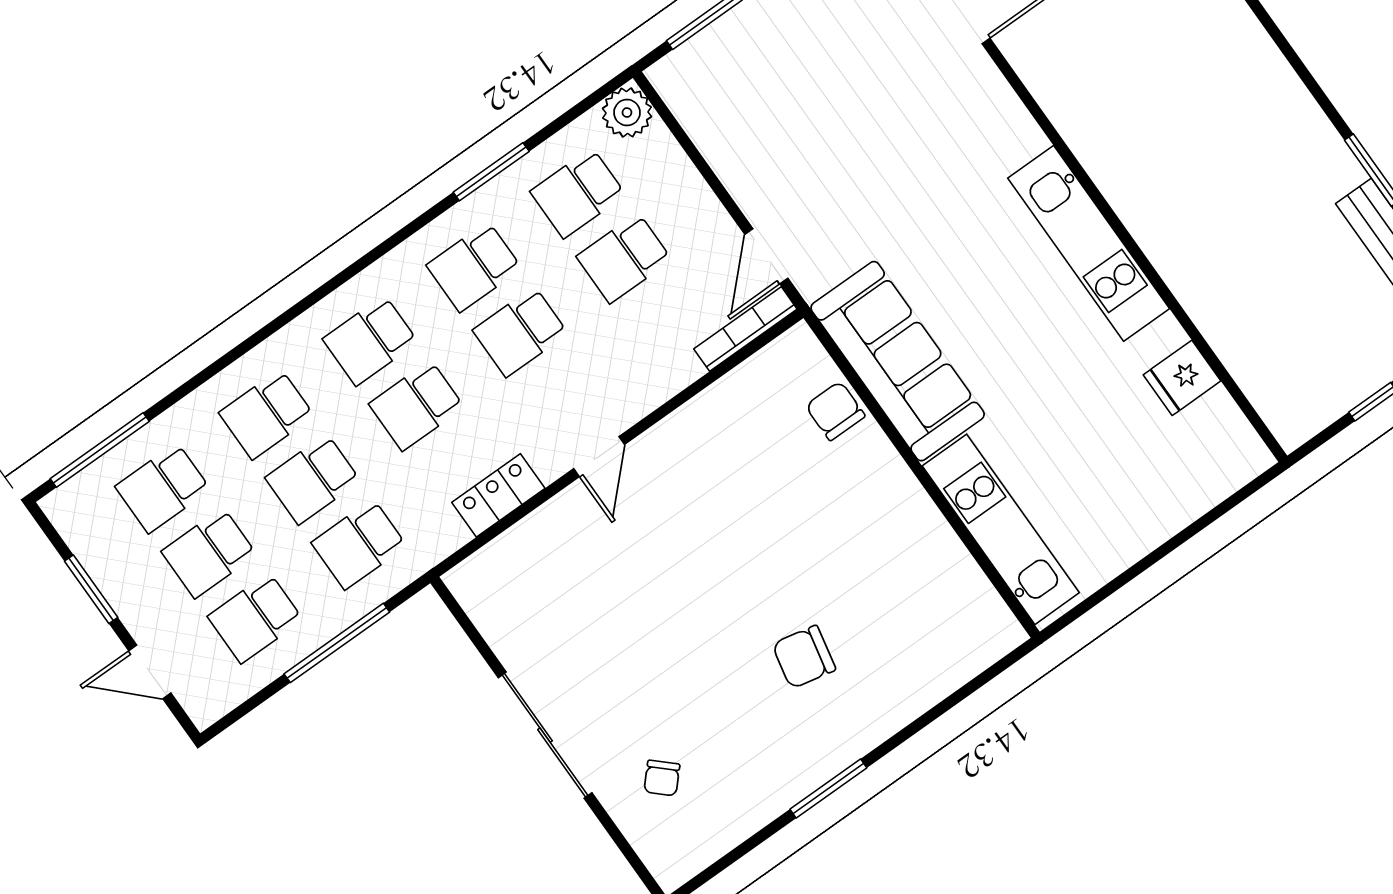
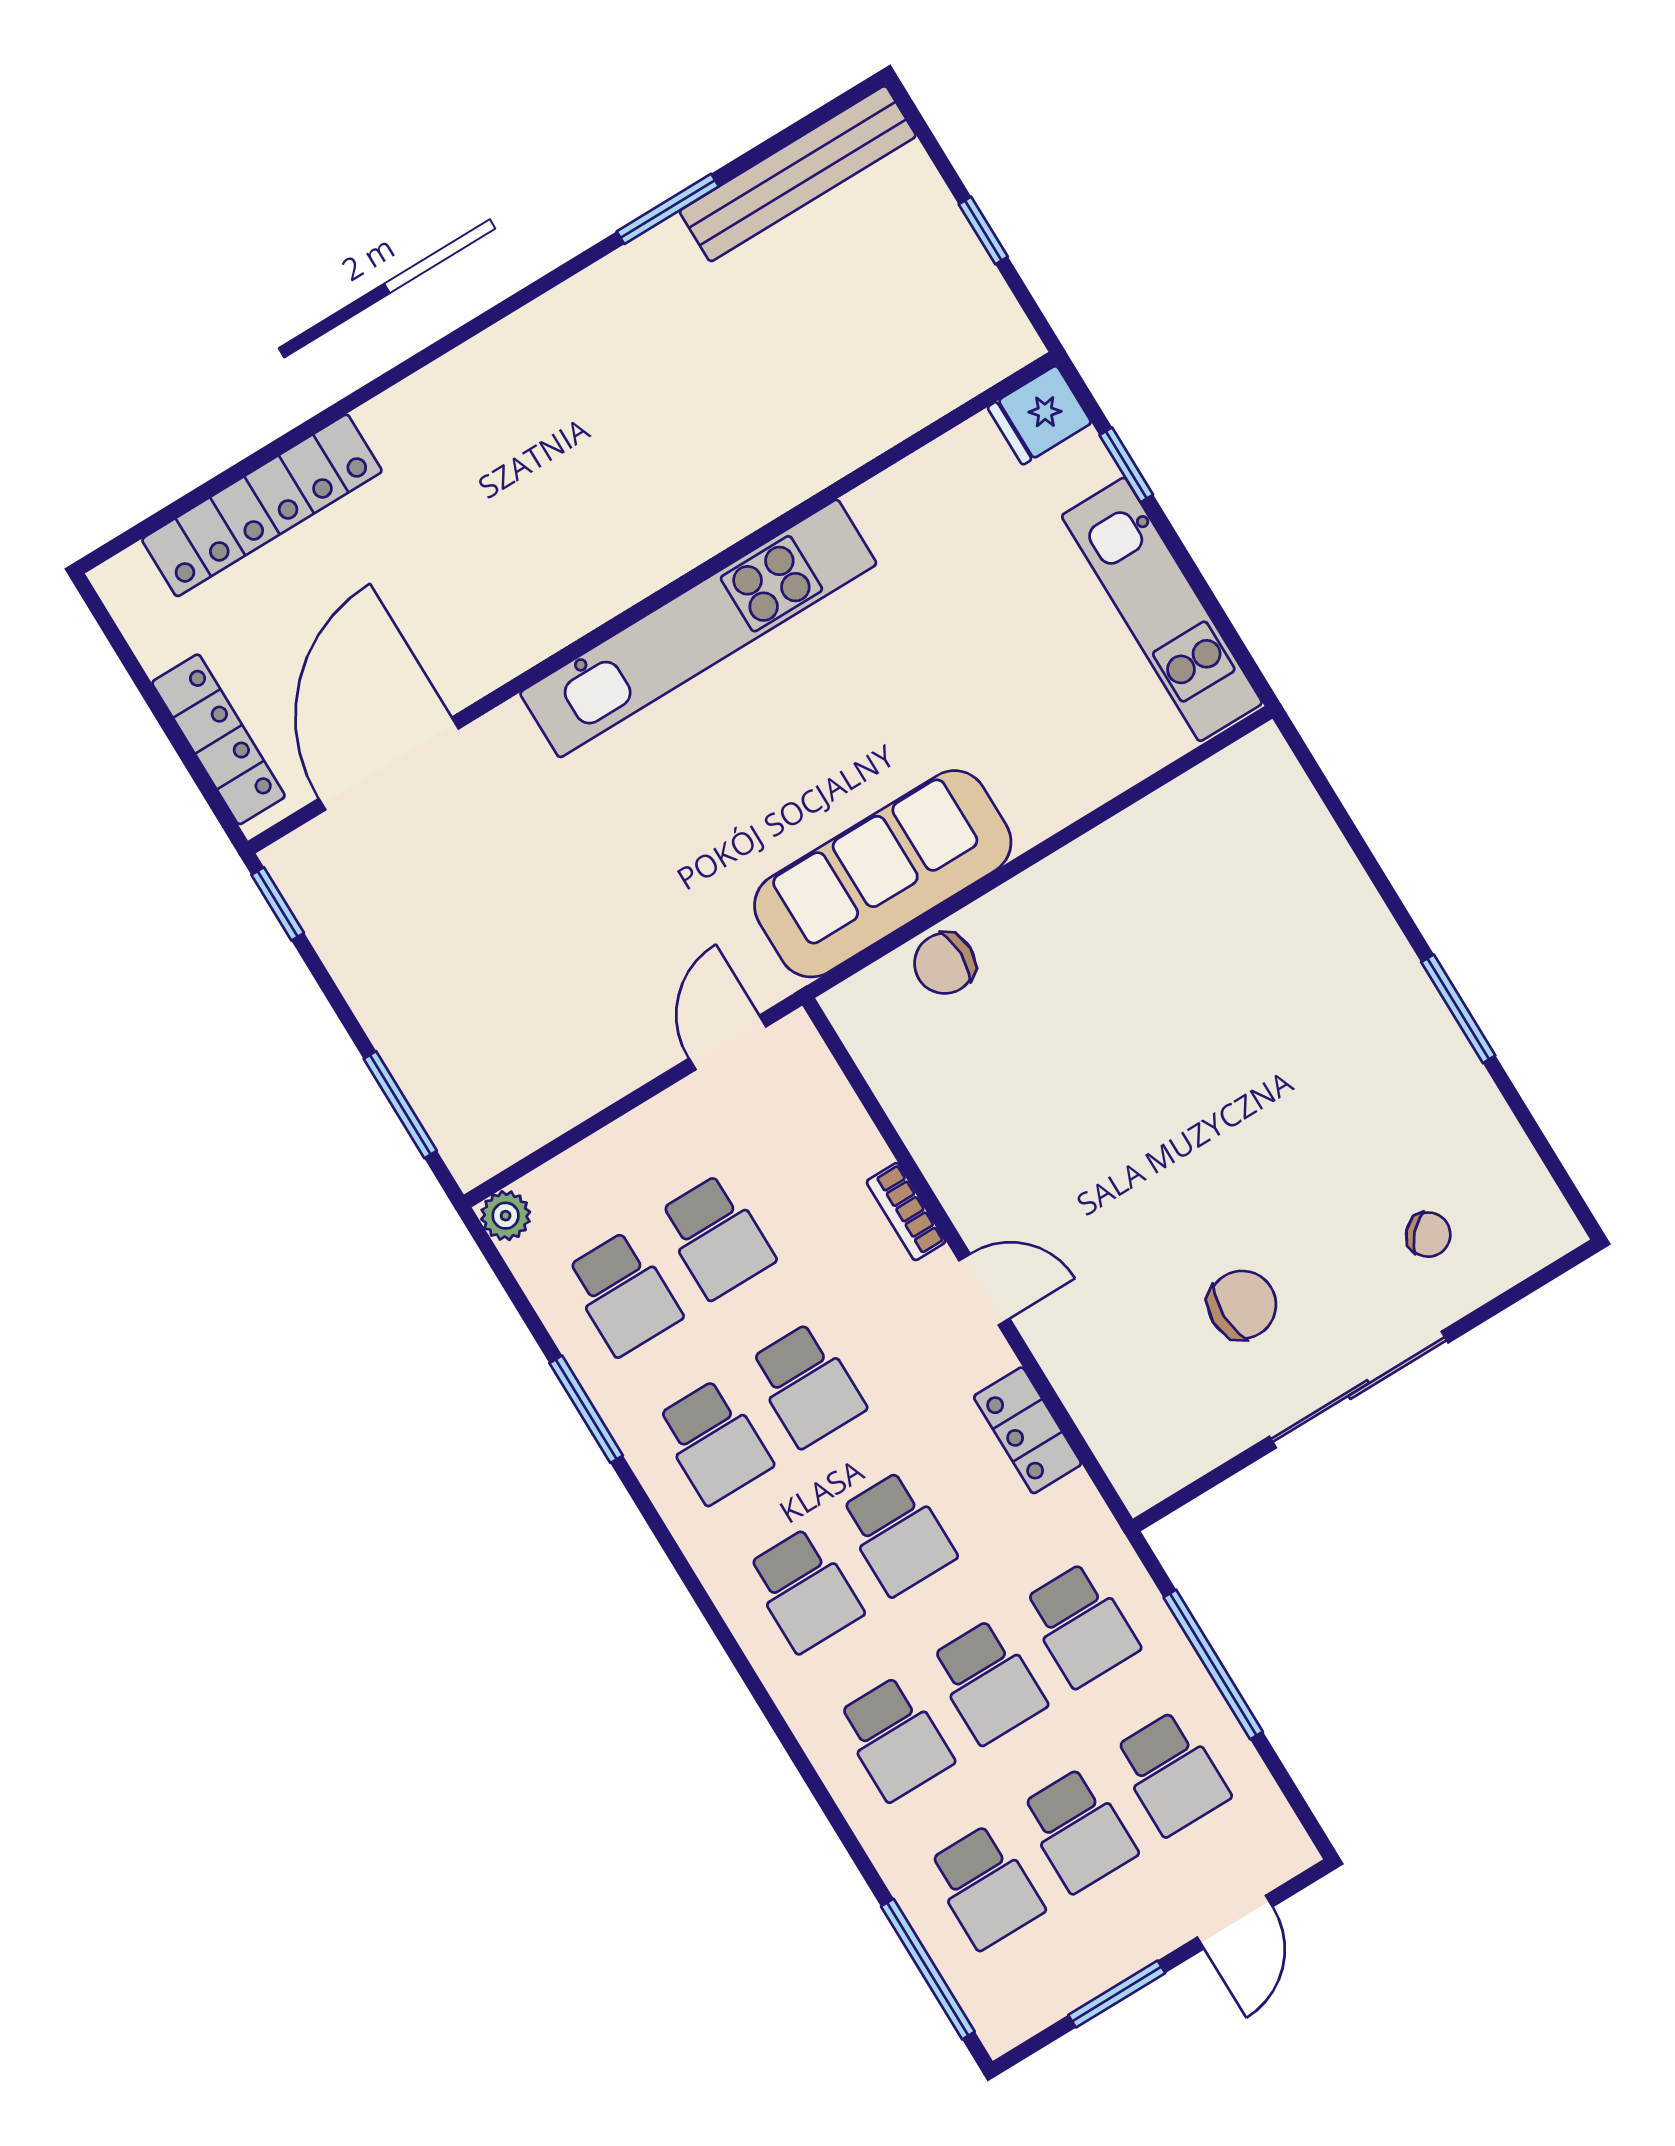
plant: (627, 113) -> (506, 1216), width x0.73, depth x0.73
kitchen unit: (1089, 243) -> (698, 628), width x1.36
door: (766, 256) -> (727, 1043), swing flipped
bookcase: (745, 329) -> (906, 1212), moved, width x0.64
fridge: (1182, 378) -> (1039, 415), moved, turned 90
window: (1209, 518) -> (1126, 465), added
kitchen unit: (1001, 529) -> (1162, 609), moved, turned -90
chair: (804, 657) -> (1242, 1305), moved, turned -102

